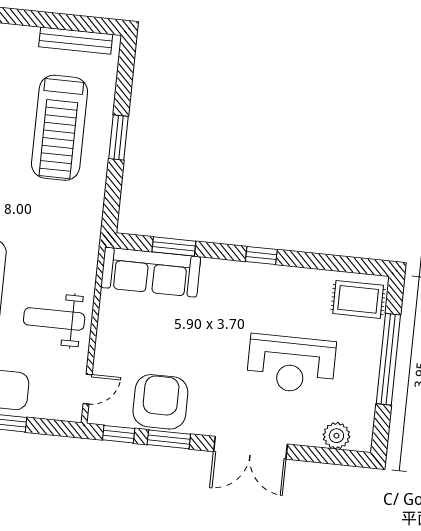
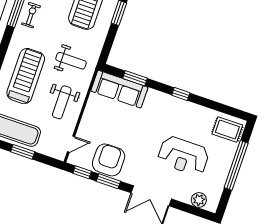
weight bench: (53, 242) -> (71, 61), added
weight bench: (54, 319) -> (62, 102), turned -90

